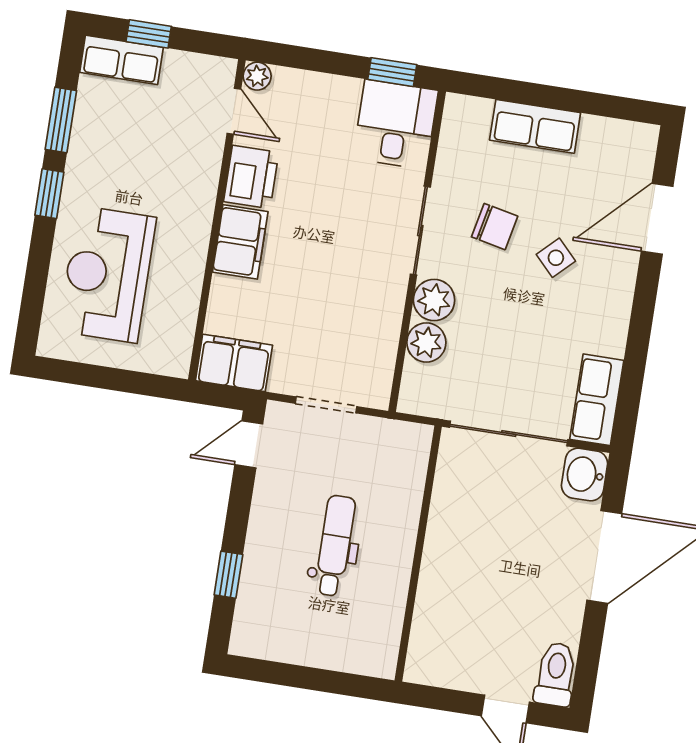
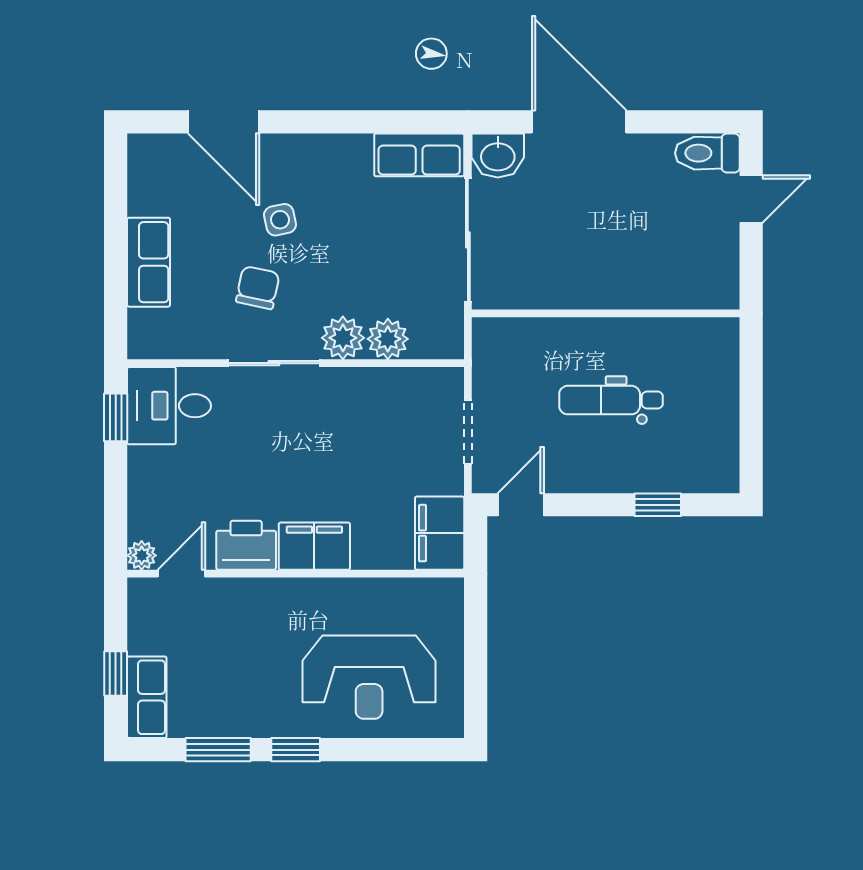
side table: (556, 258) -> (280, 220), turned 32
door: (249, 444) -> (521, 505), swing flipped

